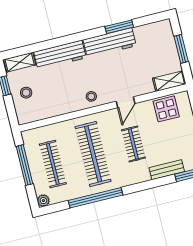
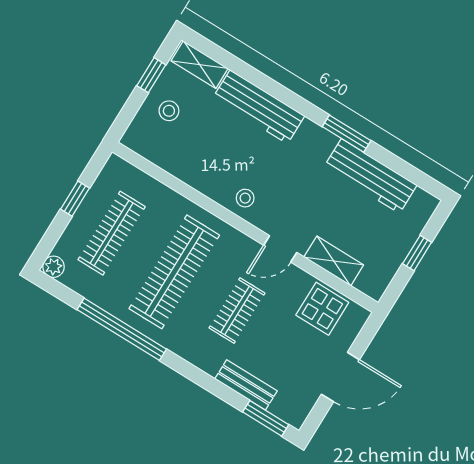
window: (119, 27) -> (347, 134), moved
workbench: (110, 43) -> (370, 176), moved
window: (181, 49) -> (417, 253), width x0.67
shelving: (169, 81) -> (334, 261), moved
window: (24, 165) -> (75, 199), width x0.46

